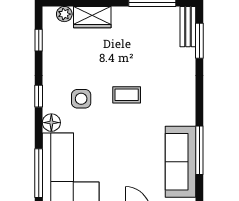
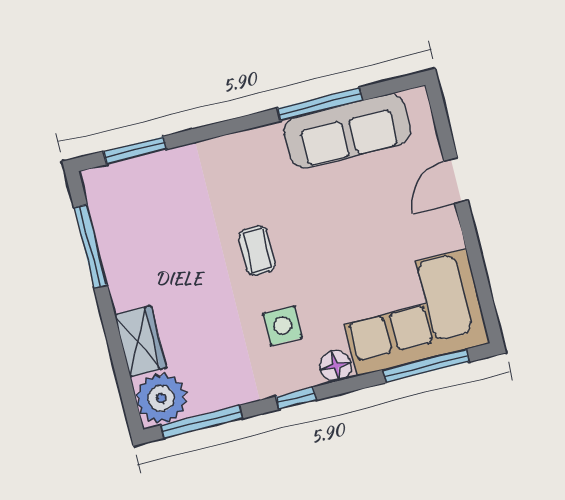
plant: (64, 14) -> (161, 398), width x1.88, depth x1.88
bench: (188, 27) -> (116, 176), removed
window: (39, 40) -> (202, 422), width x2.17

